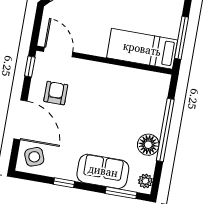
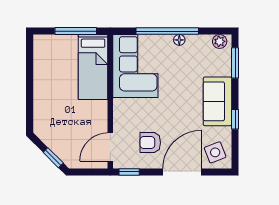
corner sofa: (136, 92) -> (135, 66), added
floor lamp: (148, 145) -> (179, 40), width x0.53, depth x0.53
sofa: (103, 171) -> (218, 101), moved

